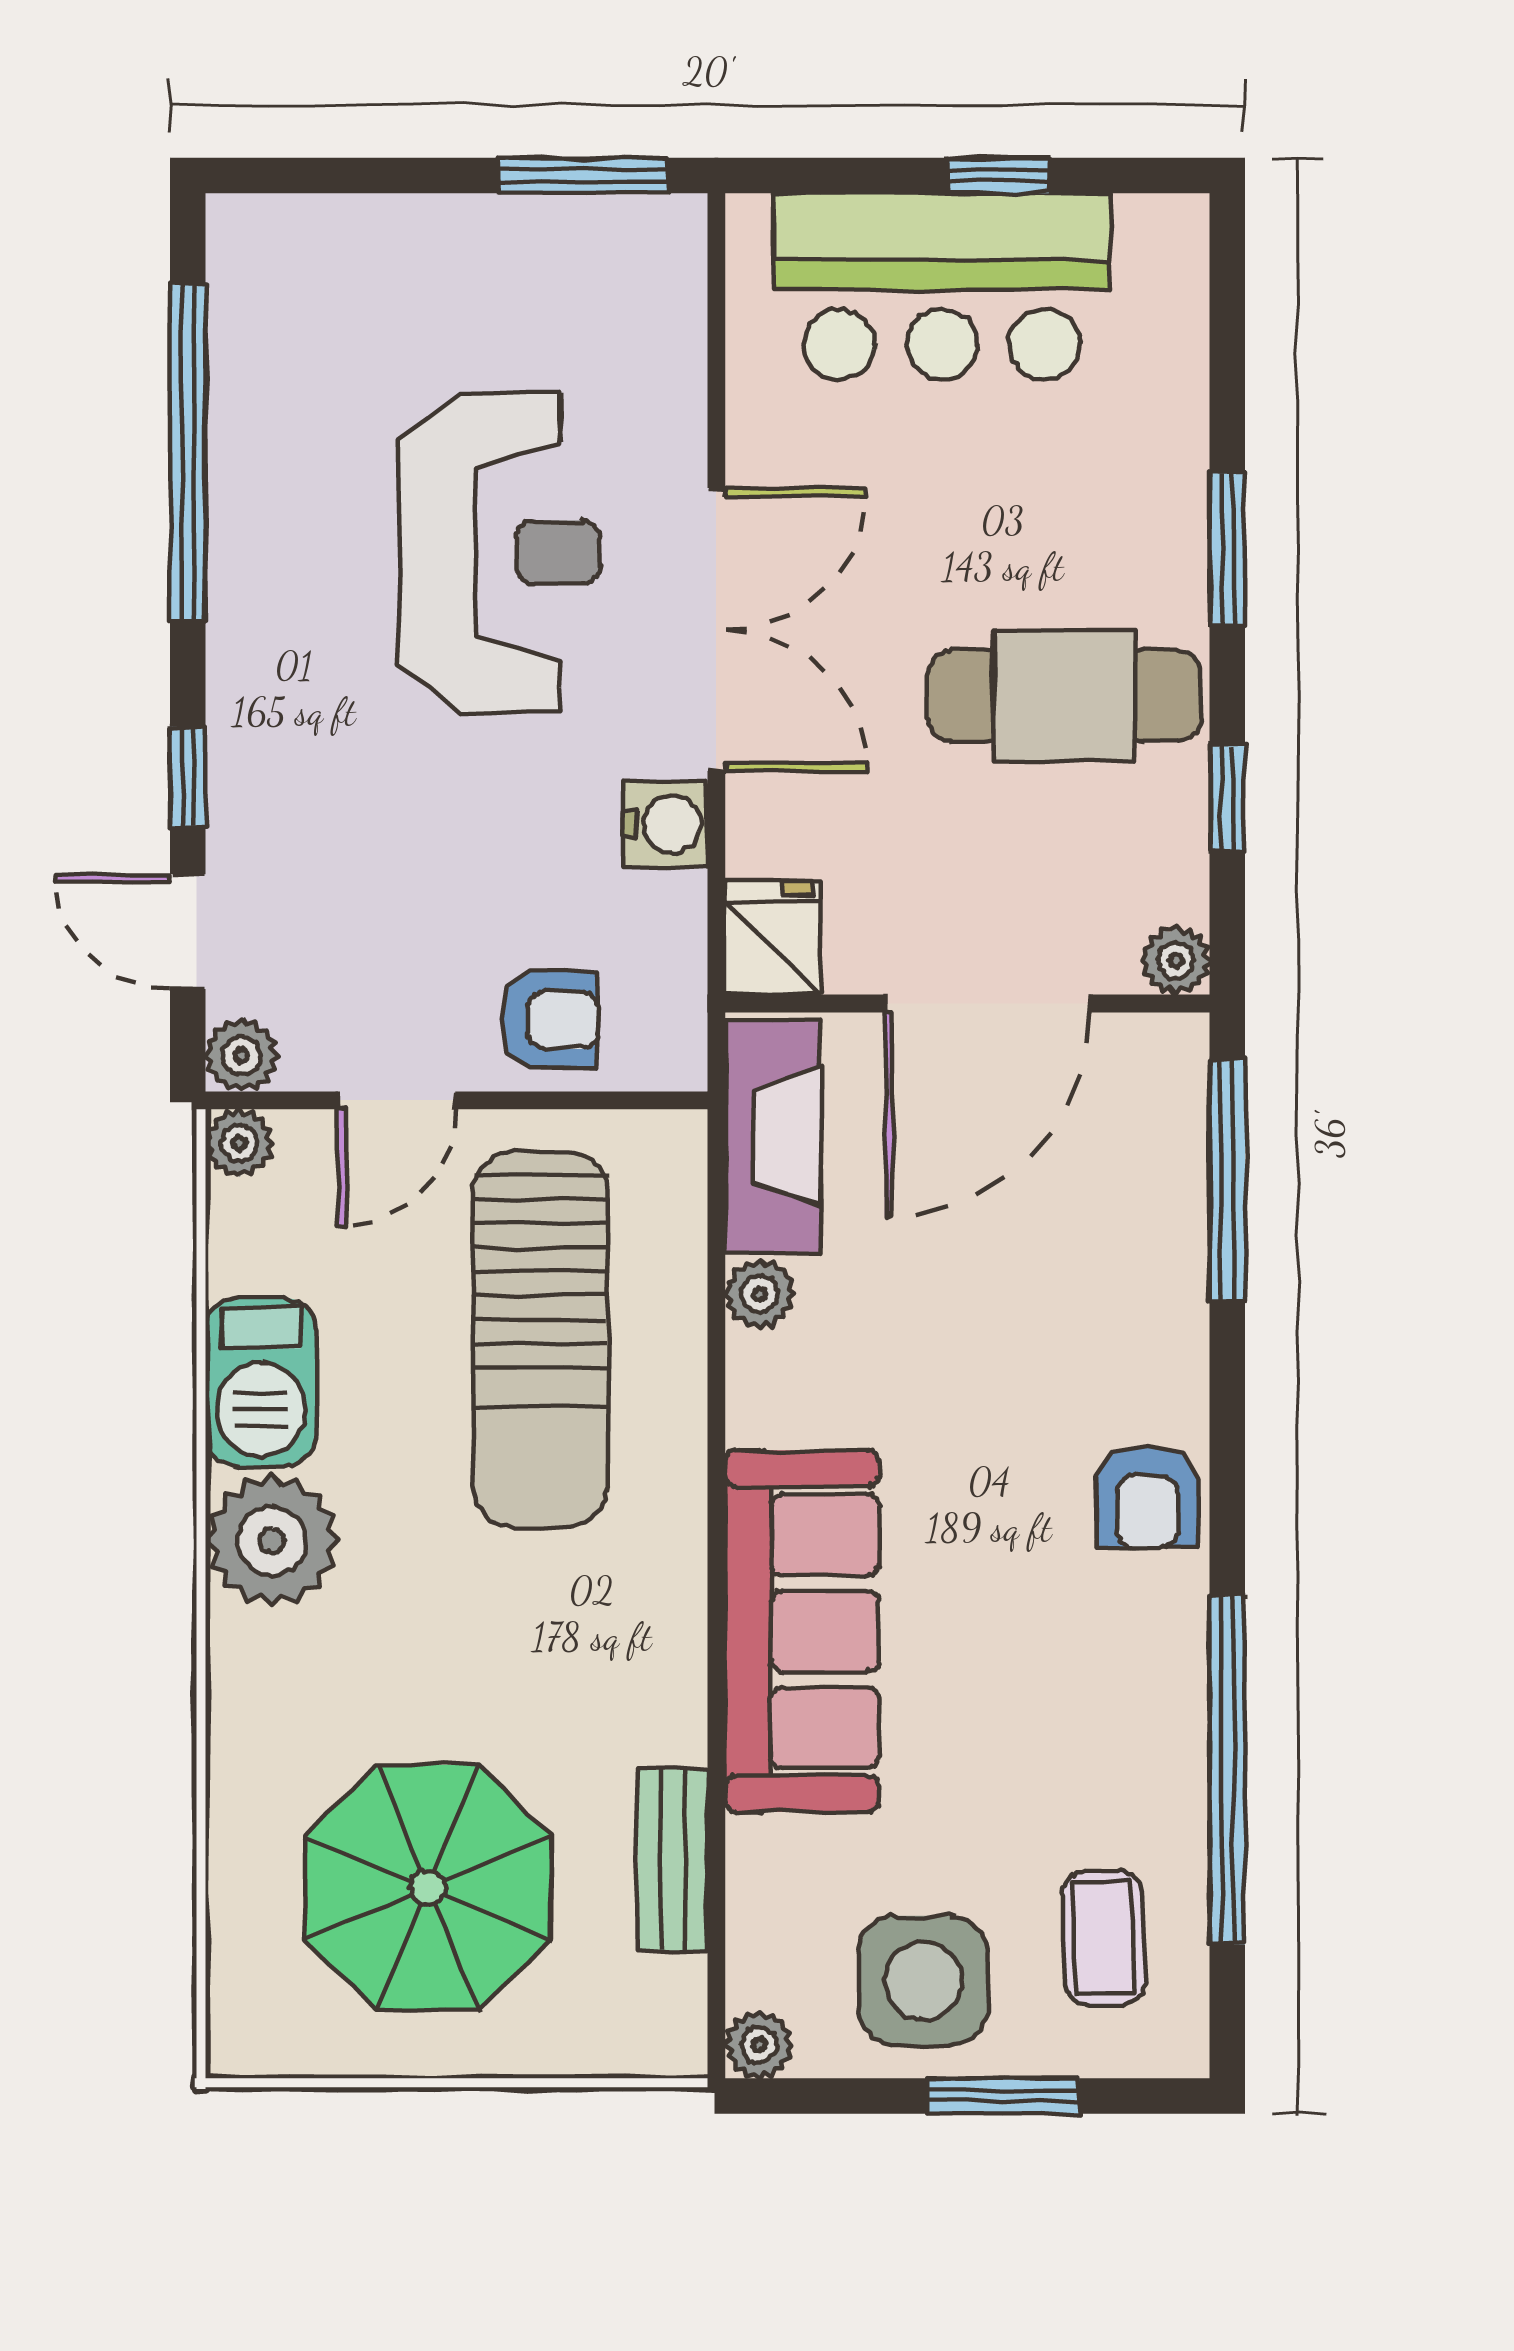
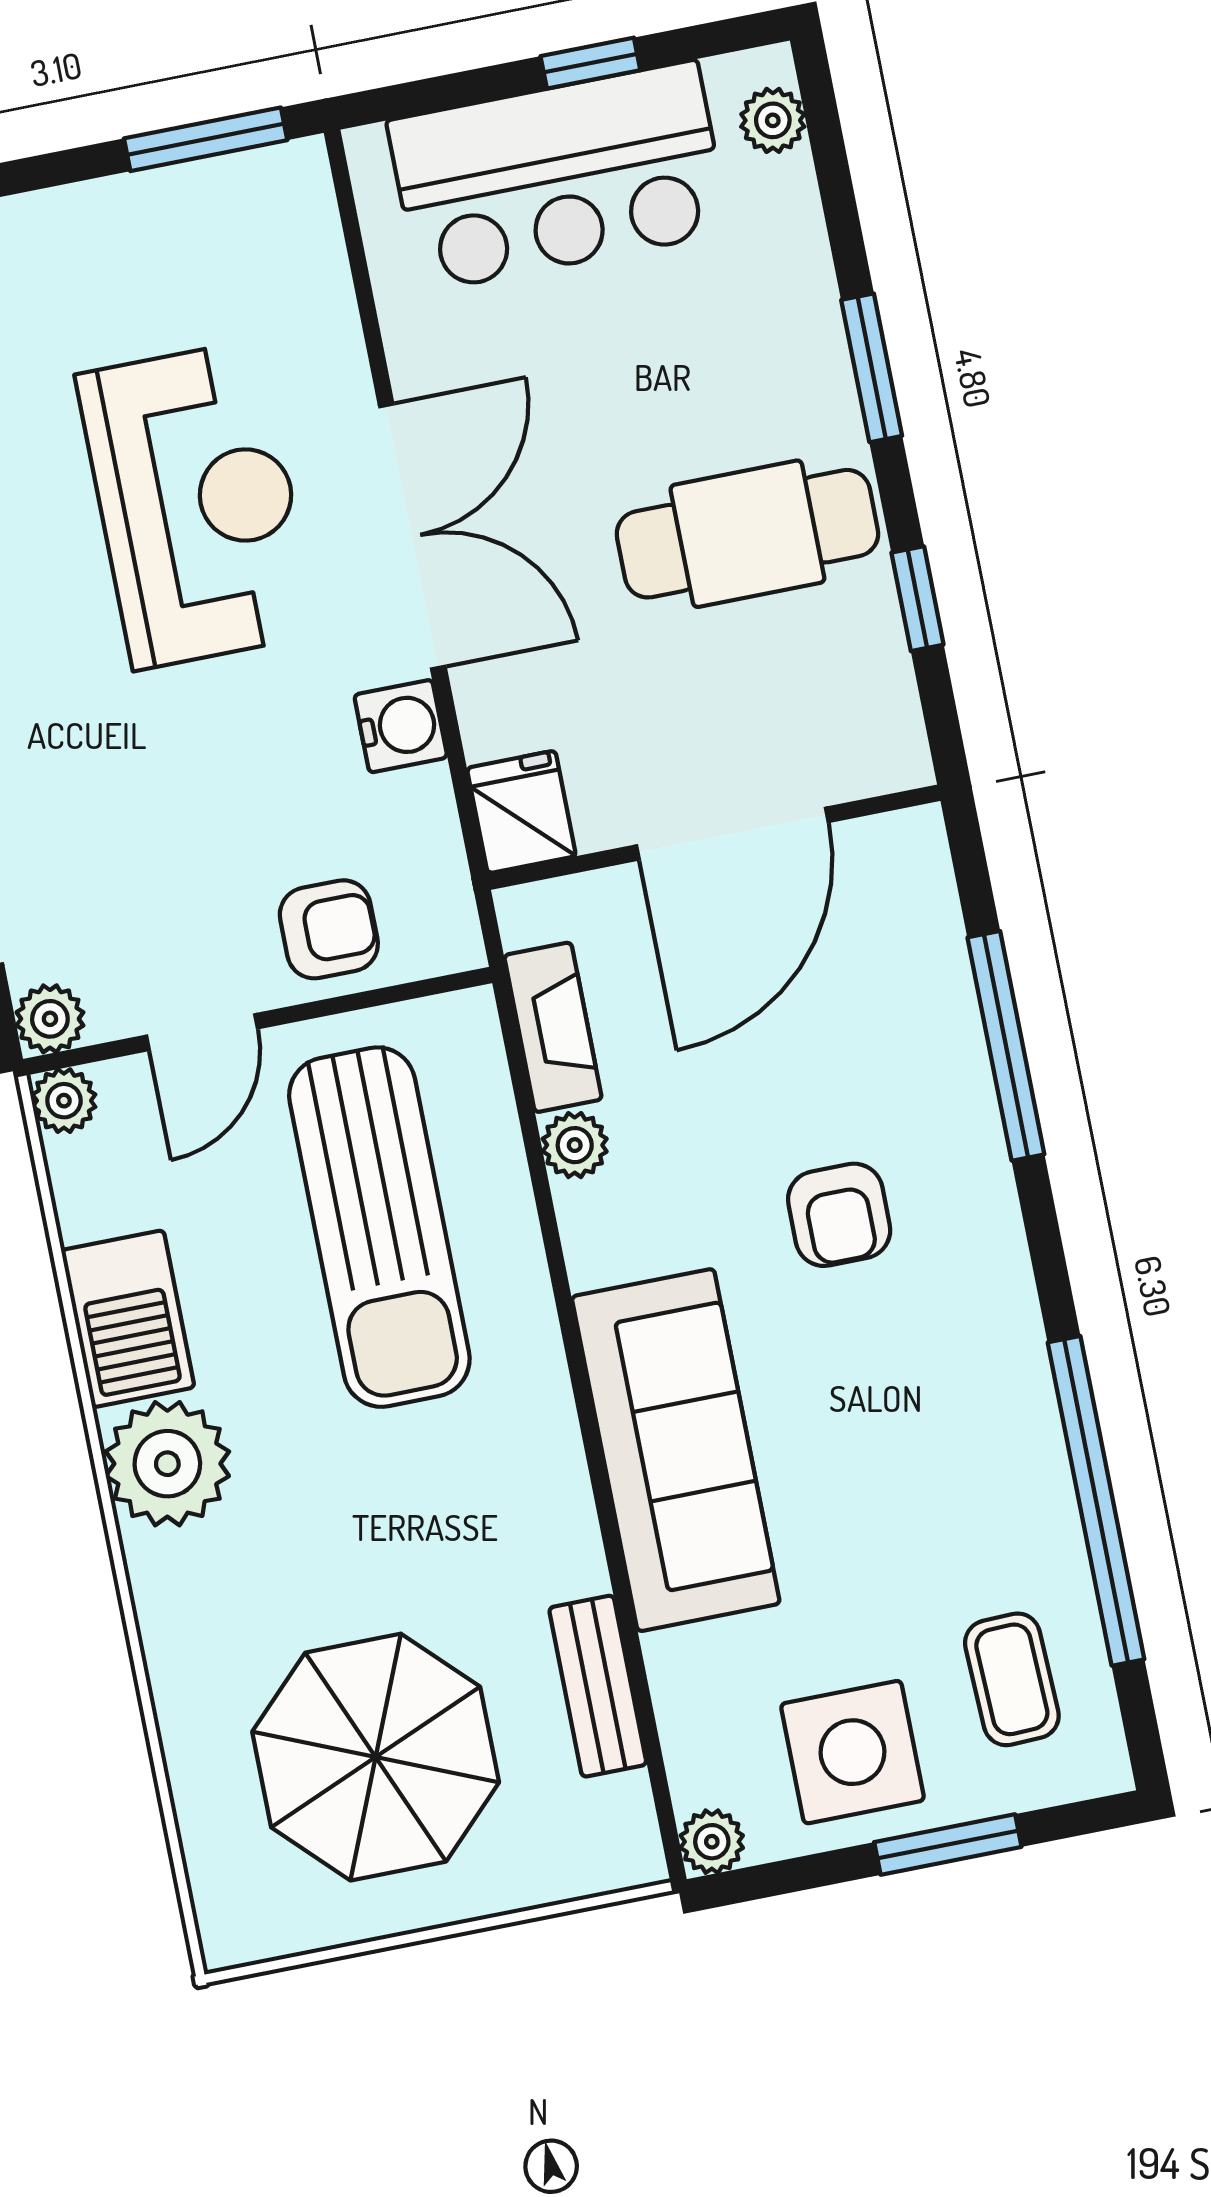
plant: (1176, 961) -> (773, 120), moved
fireplace: (773, 1136) -> (553, 1027), width x0.73, depth x0.76
window: (1227, 1180) -> (1006, 1046), moved
armchair: (1147, 1497) -> (839, 1215), moved

